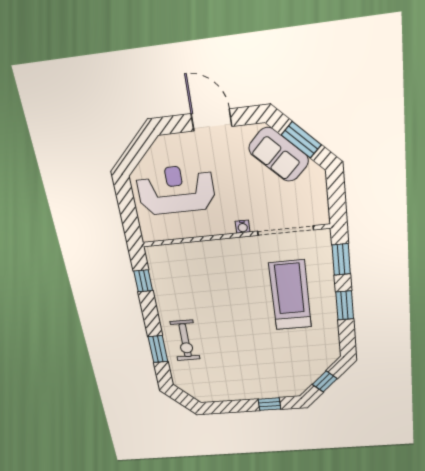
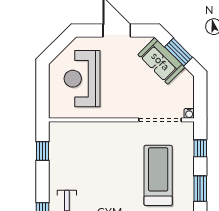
reception desk: (176, 190) -> (82, 79), turned -90
water cooler: (243, 227) -> (189, 113), moved
window: (341, 259) -> (200, 148), width x0.67

